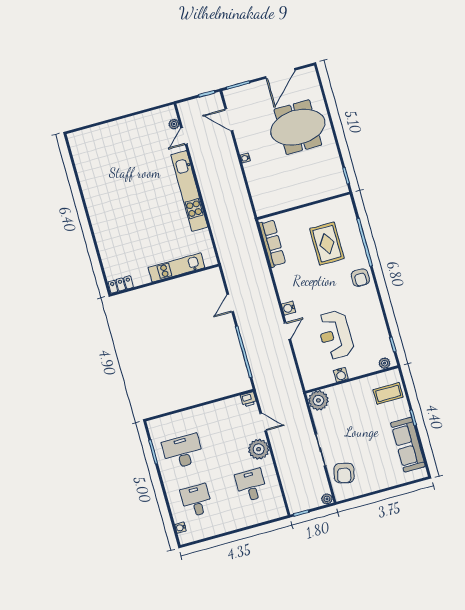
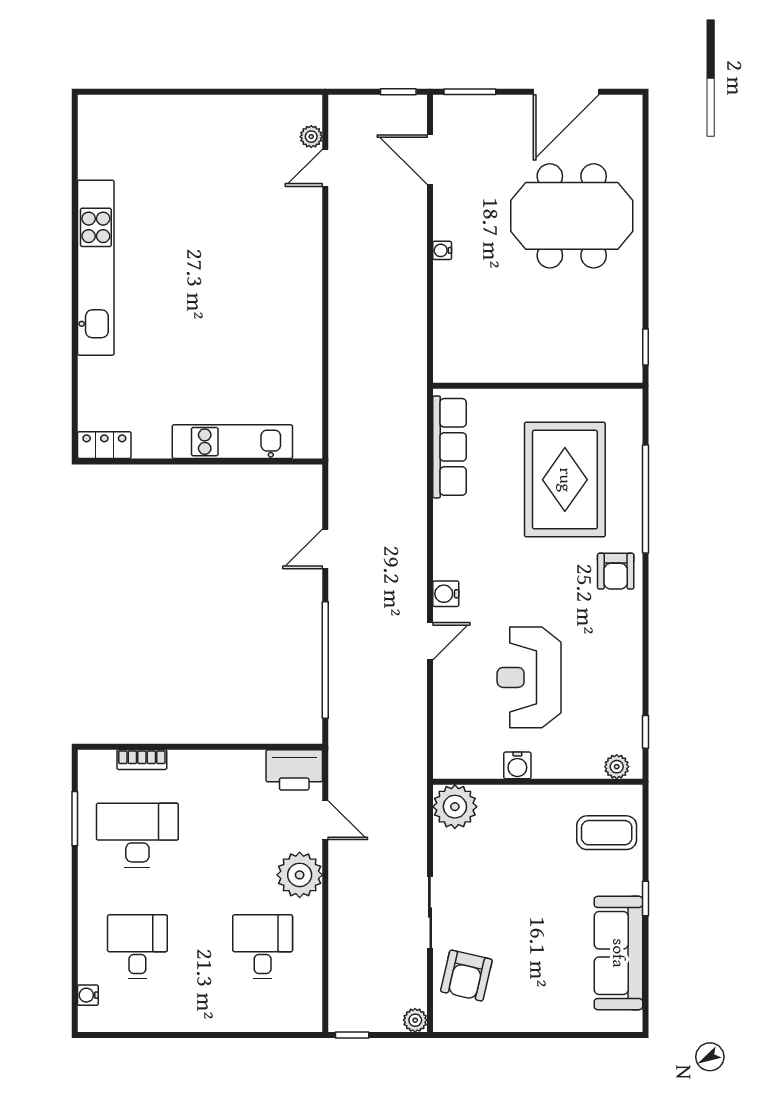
kitchen unit: (189, 191) -> (96, 268), moved, turned 180
rug: (327, 244) -> (565, 480), width x1.37, depth x1.44
printer: (248, 399) -> (294, 770), width x1.87, depth x1.48
bookcase: (175, 418) -> (142, 760), added

